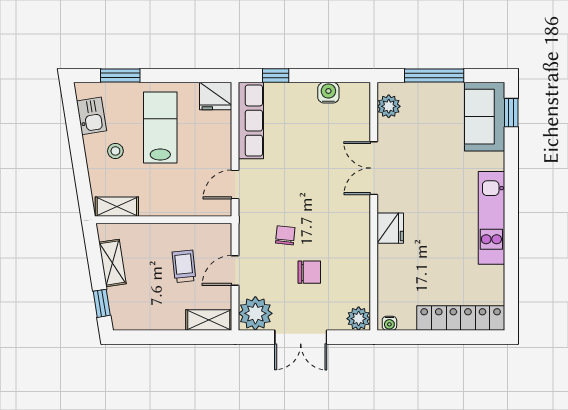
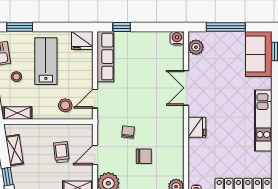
water cooler: (328, 93) -> (177, 38), moved
stool: (190, 195) -> (65, 105), added

